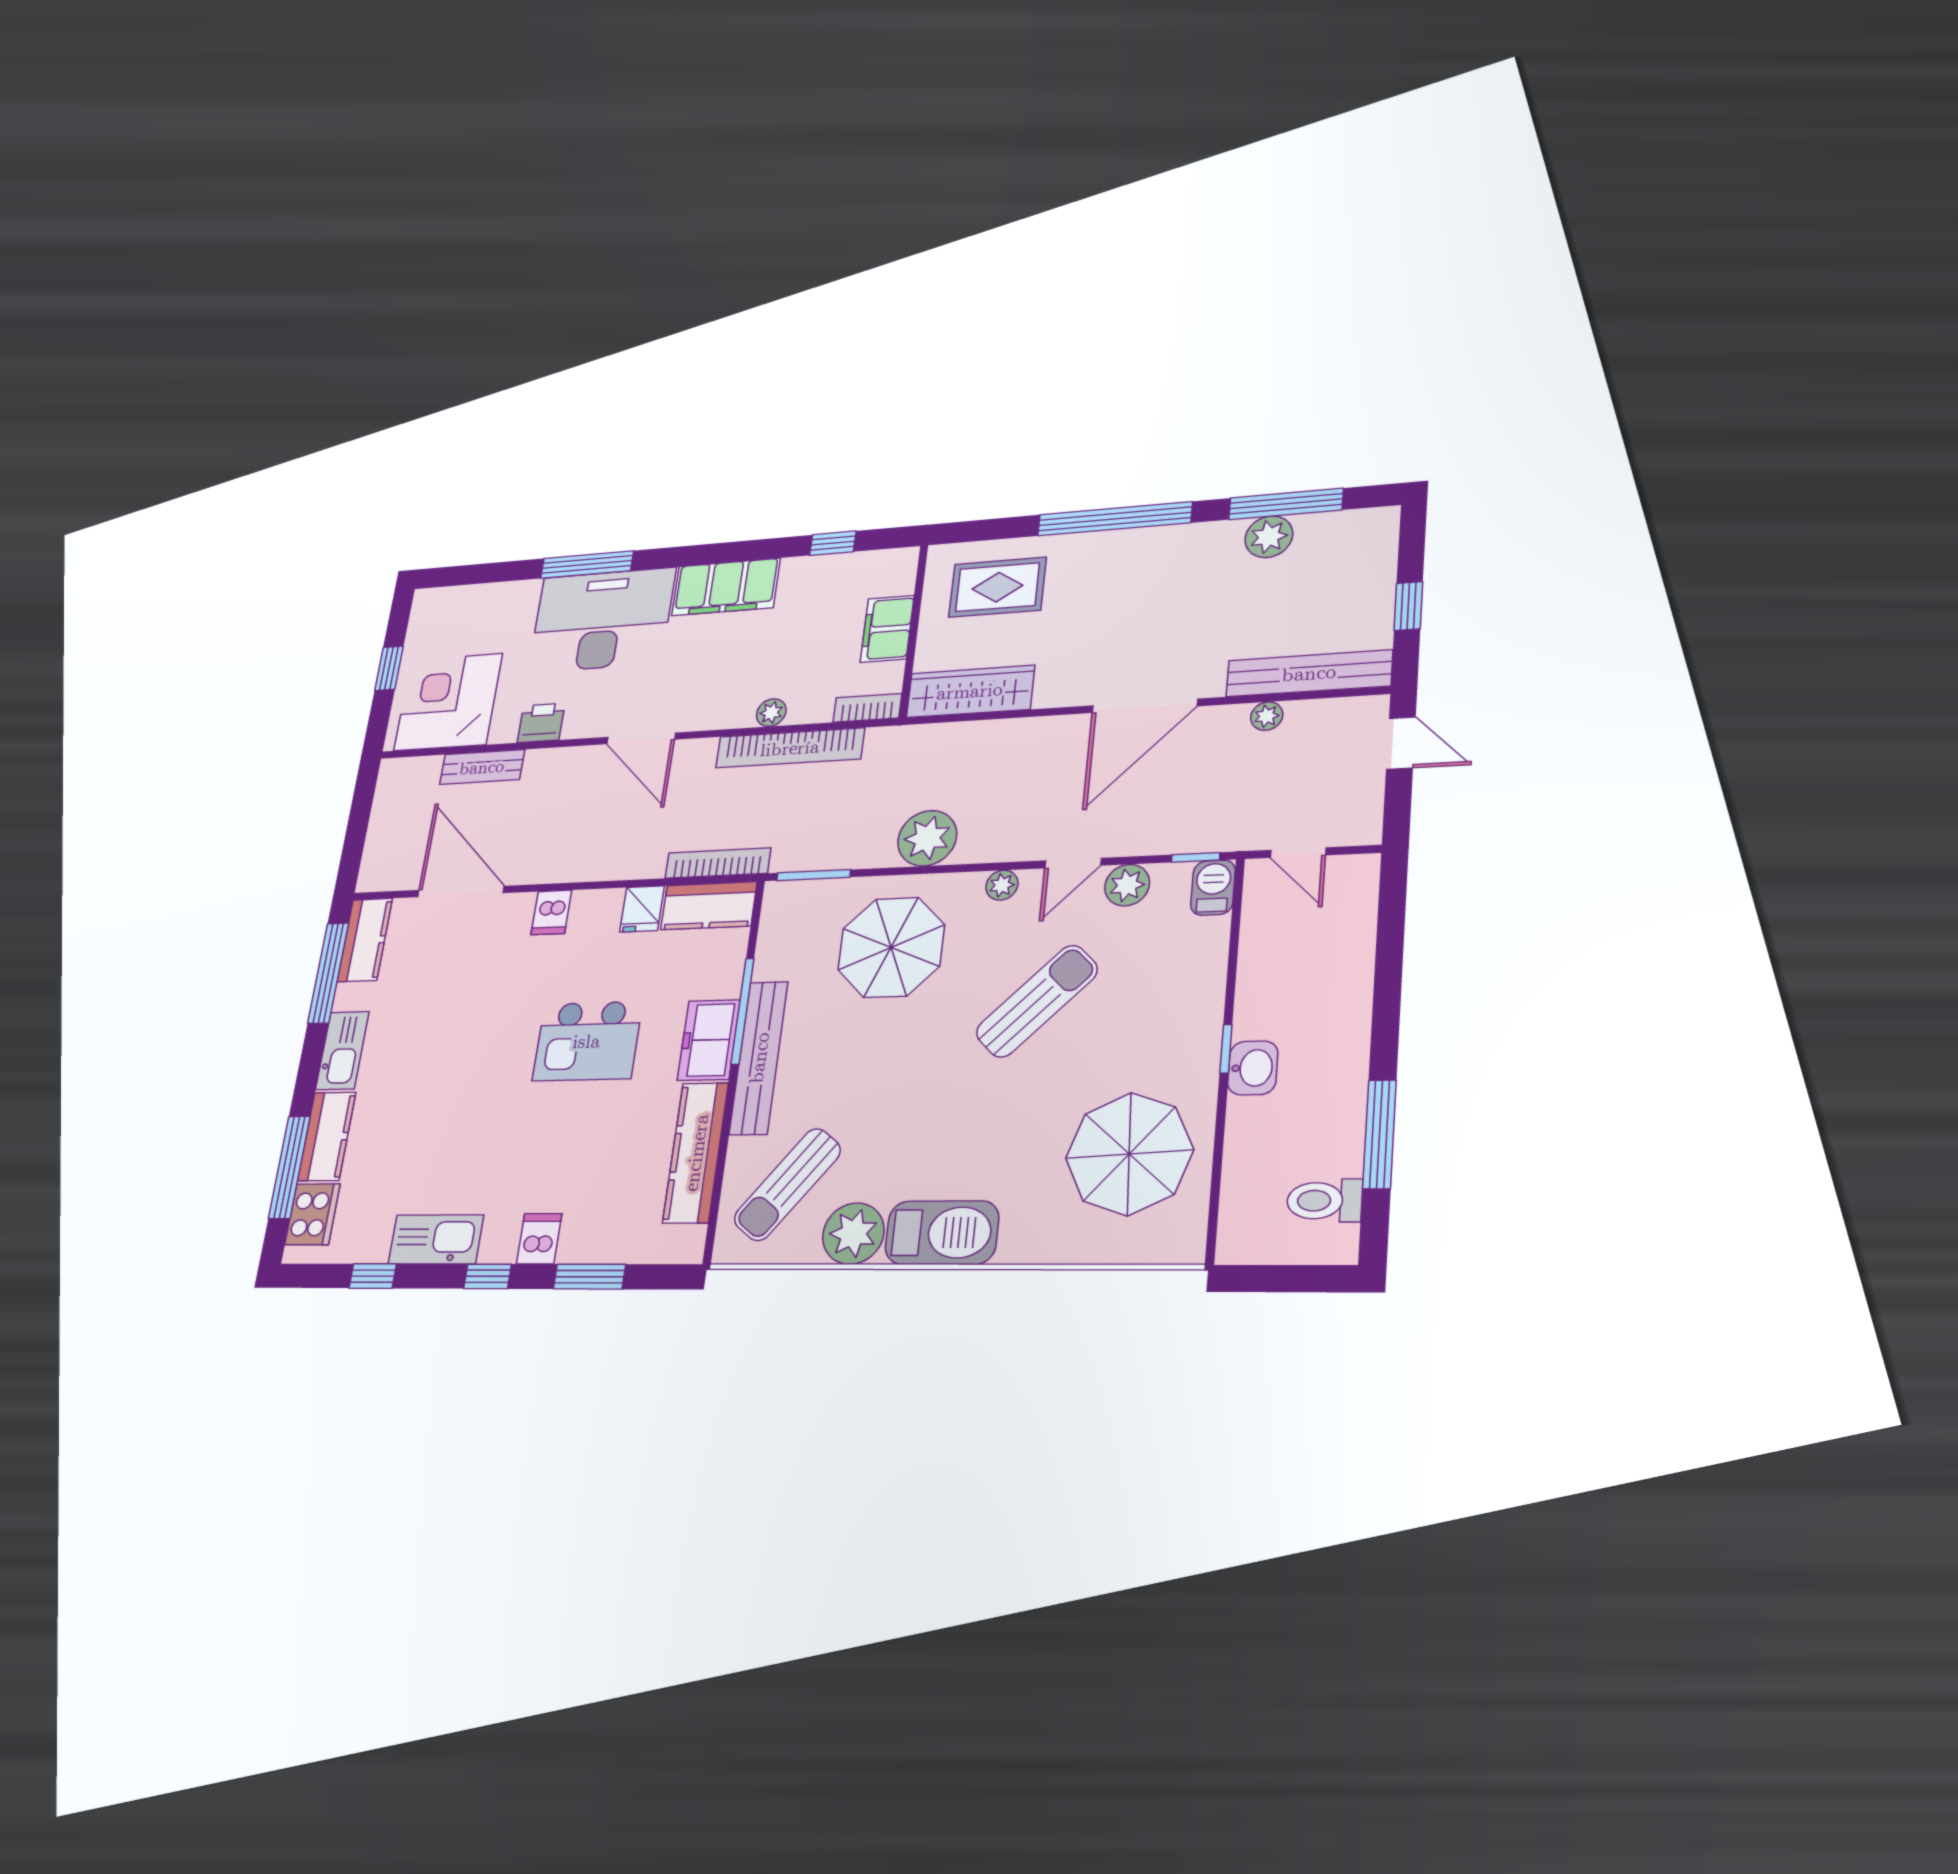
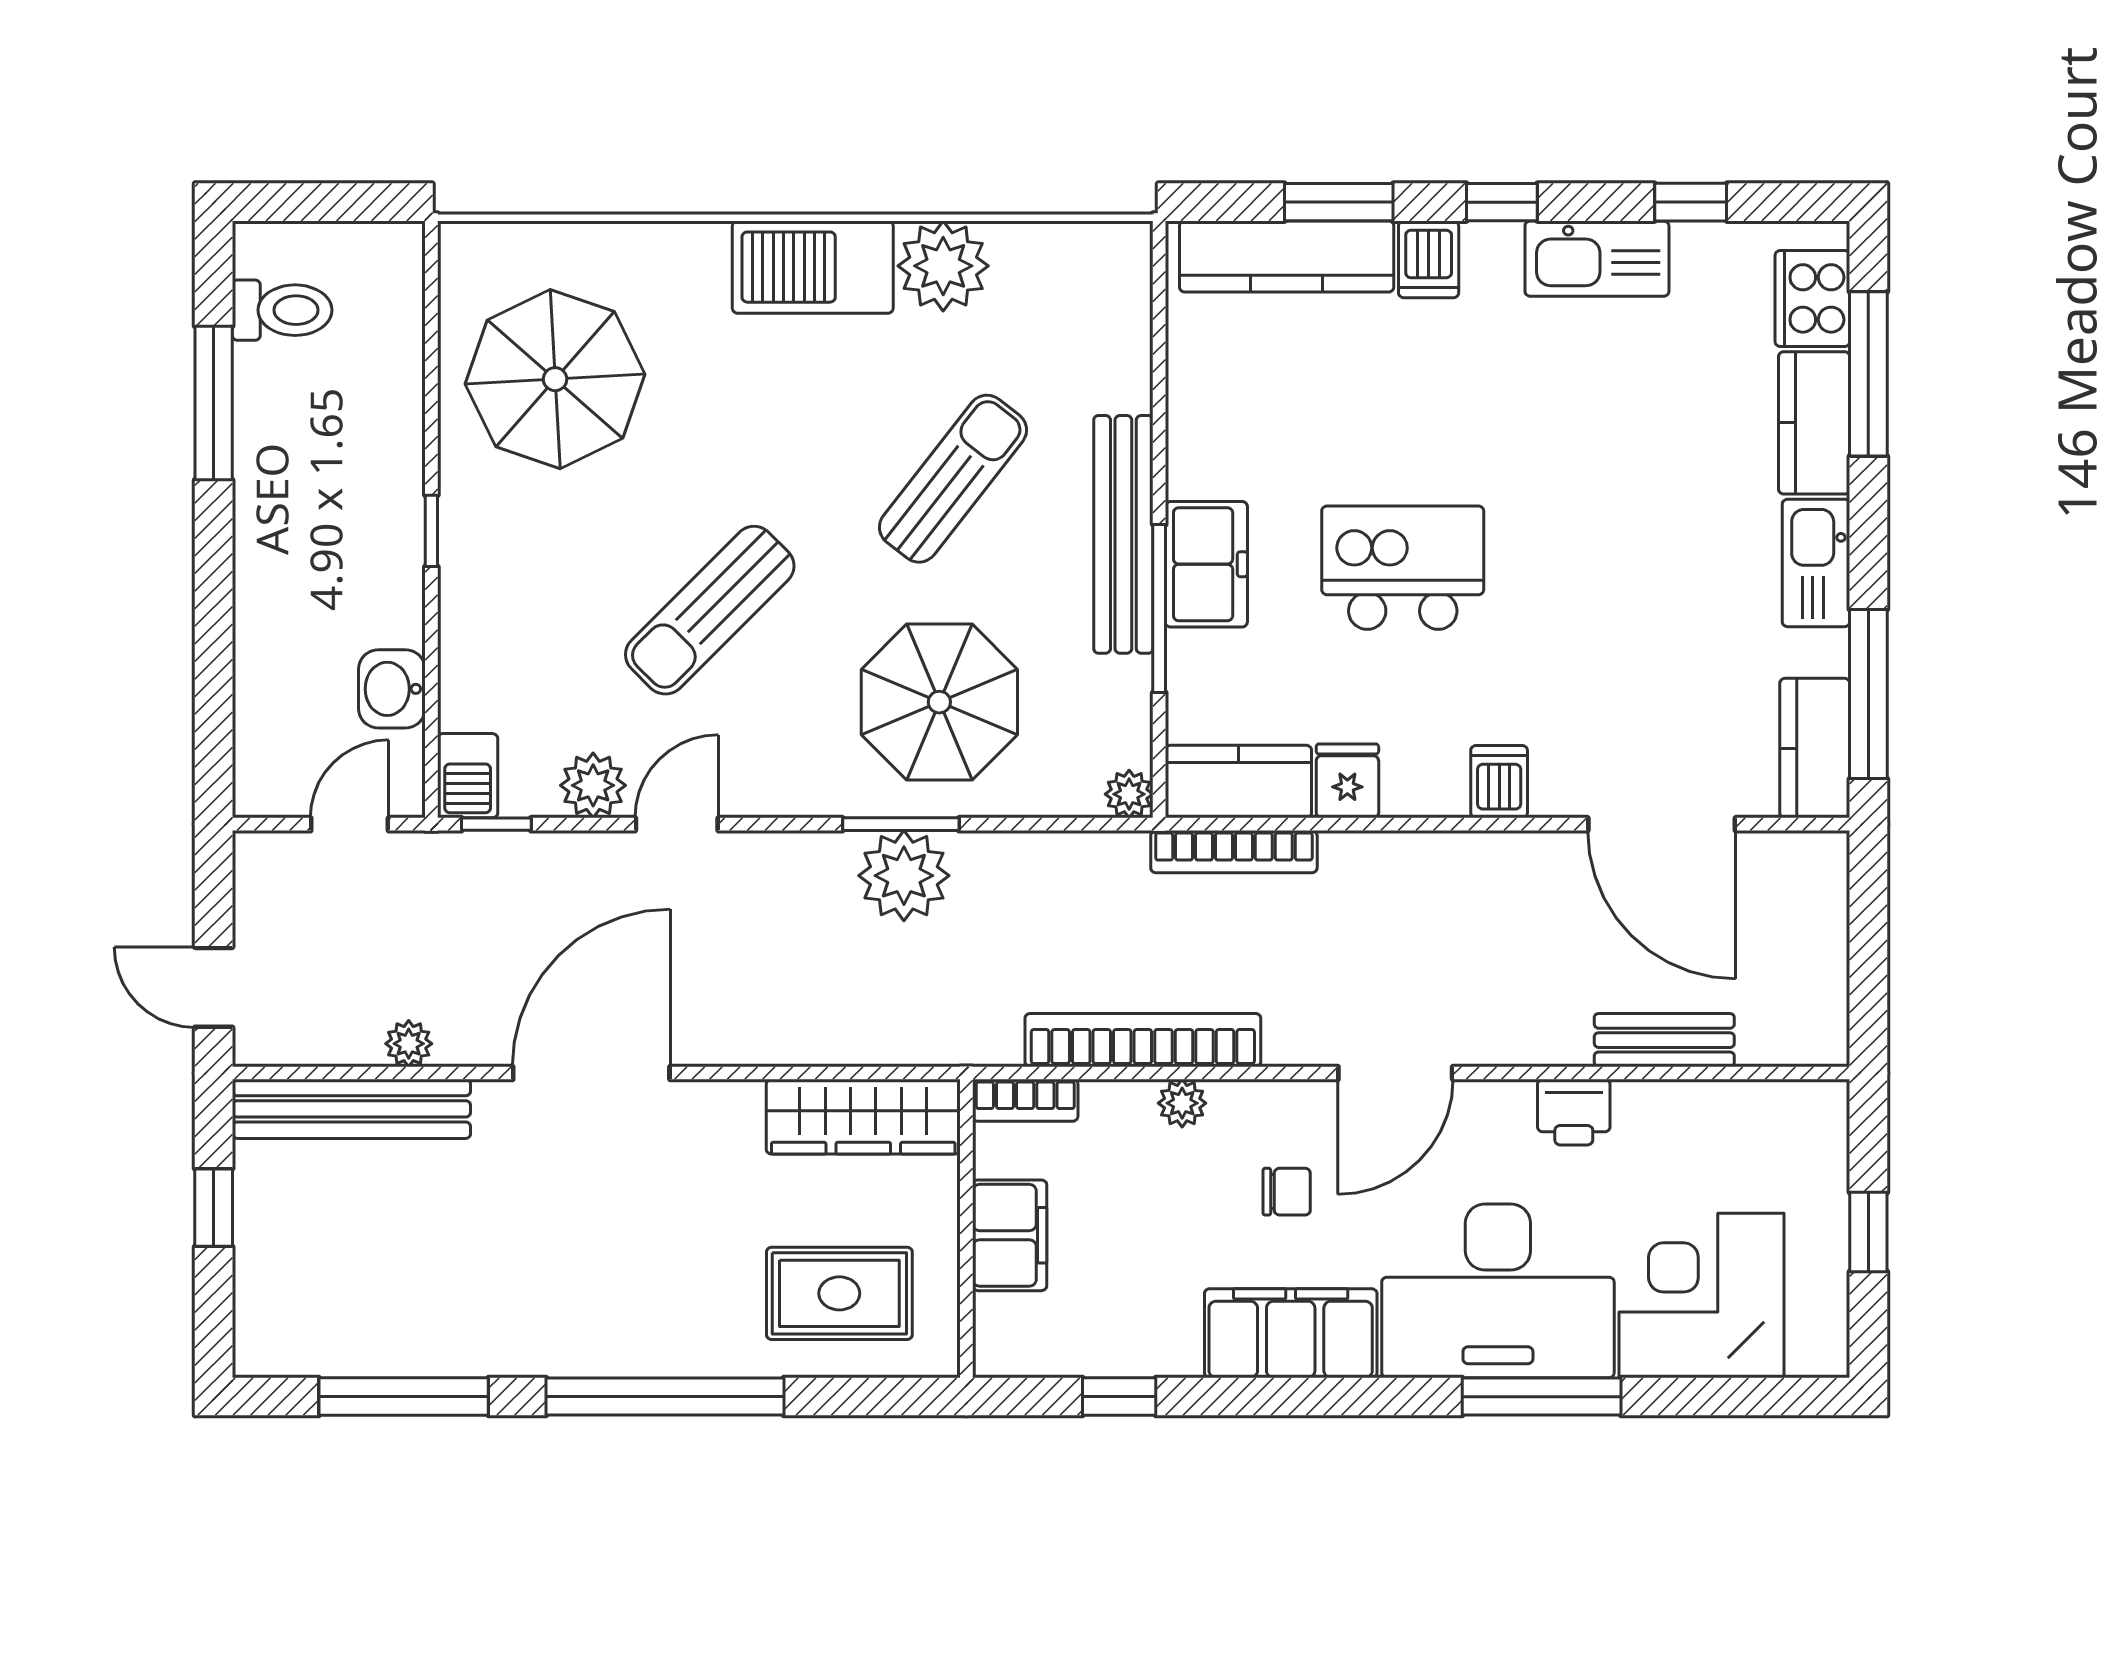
plant: (1269, 537) -> (425, 1342), removed
chair: (716, 666) -> (1287, 1192), added
corner desk: (448, 702) -> (1701, 1295), moved, turned 180
door: (641, 738) -> (1395, 1073), swing flipped
door: (1298, 853) -> (350, 824), hinge flipped
window: (814, 875) -> (901, 824), moved
plant: (1002, 885) -> (1129, 794), moved
washbasin: (1253, 1068) -> (392, 689), moved
kitchen counter: (696, 1153) -> (1287, 256), moved, turned 90
sun lounger: (787, 1185) -> (953, 479), moved

